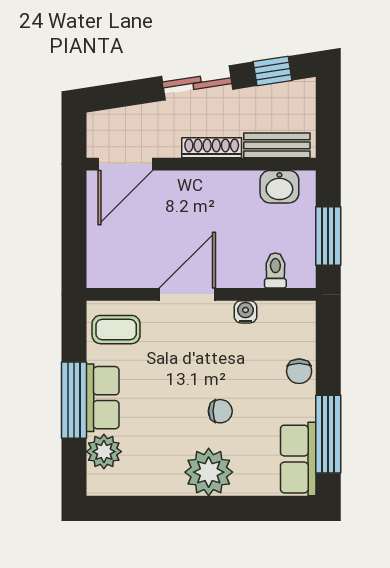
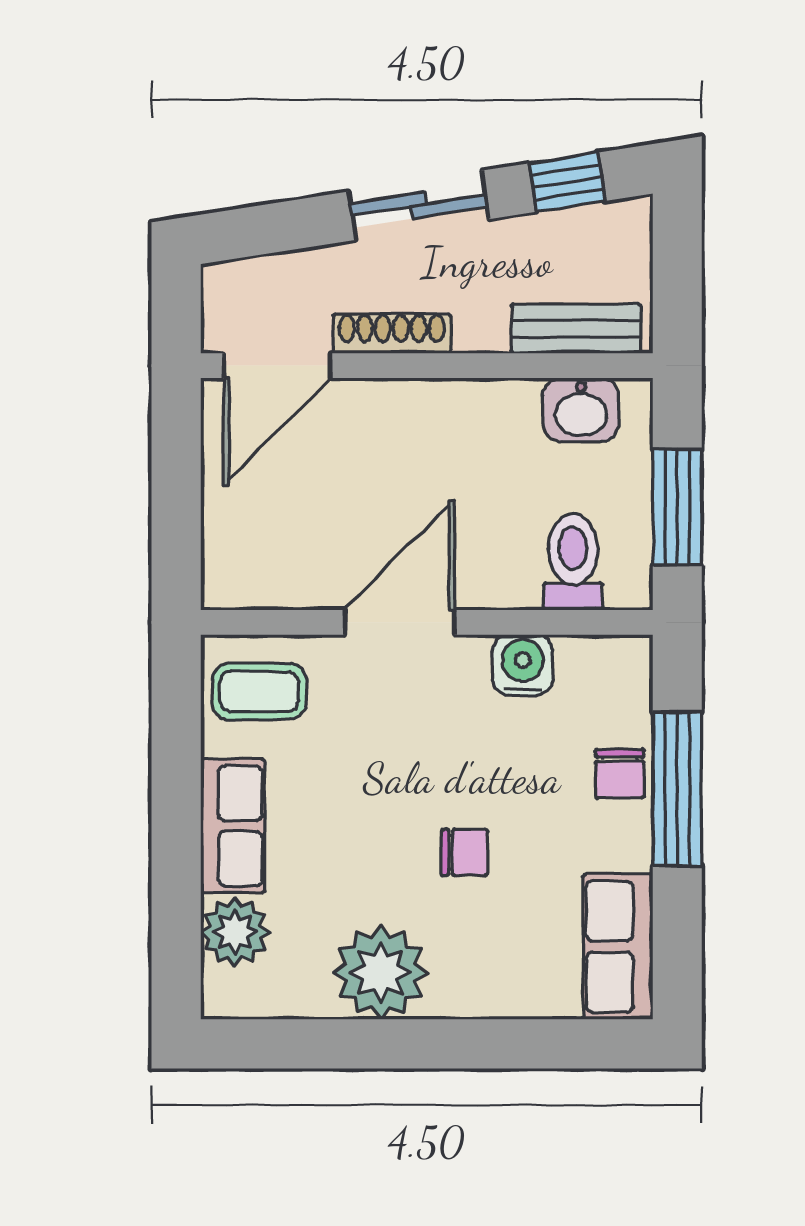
shoe rack: (212, 148) -> (392, 333), moved
toilet: (275, 271) -> (573, 562), width x1.37, depth x1.39
water cooler: (246, 312) -> (523, 665), width x1.38, depth x1.38
window: (74, 400) -> (176, 831), removed
window: (328, 434) -> (677, 789), moved
plant: (209, 472) -> (380, 972), moved

